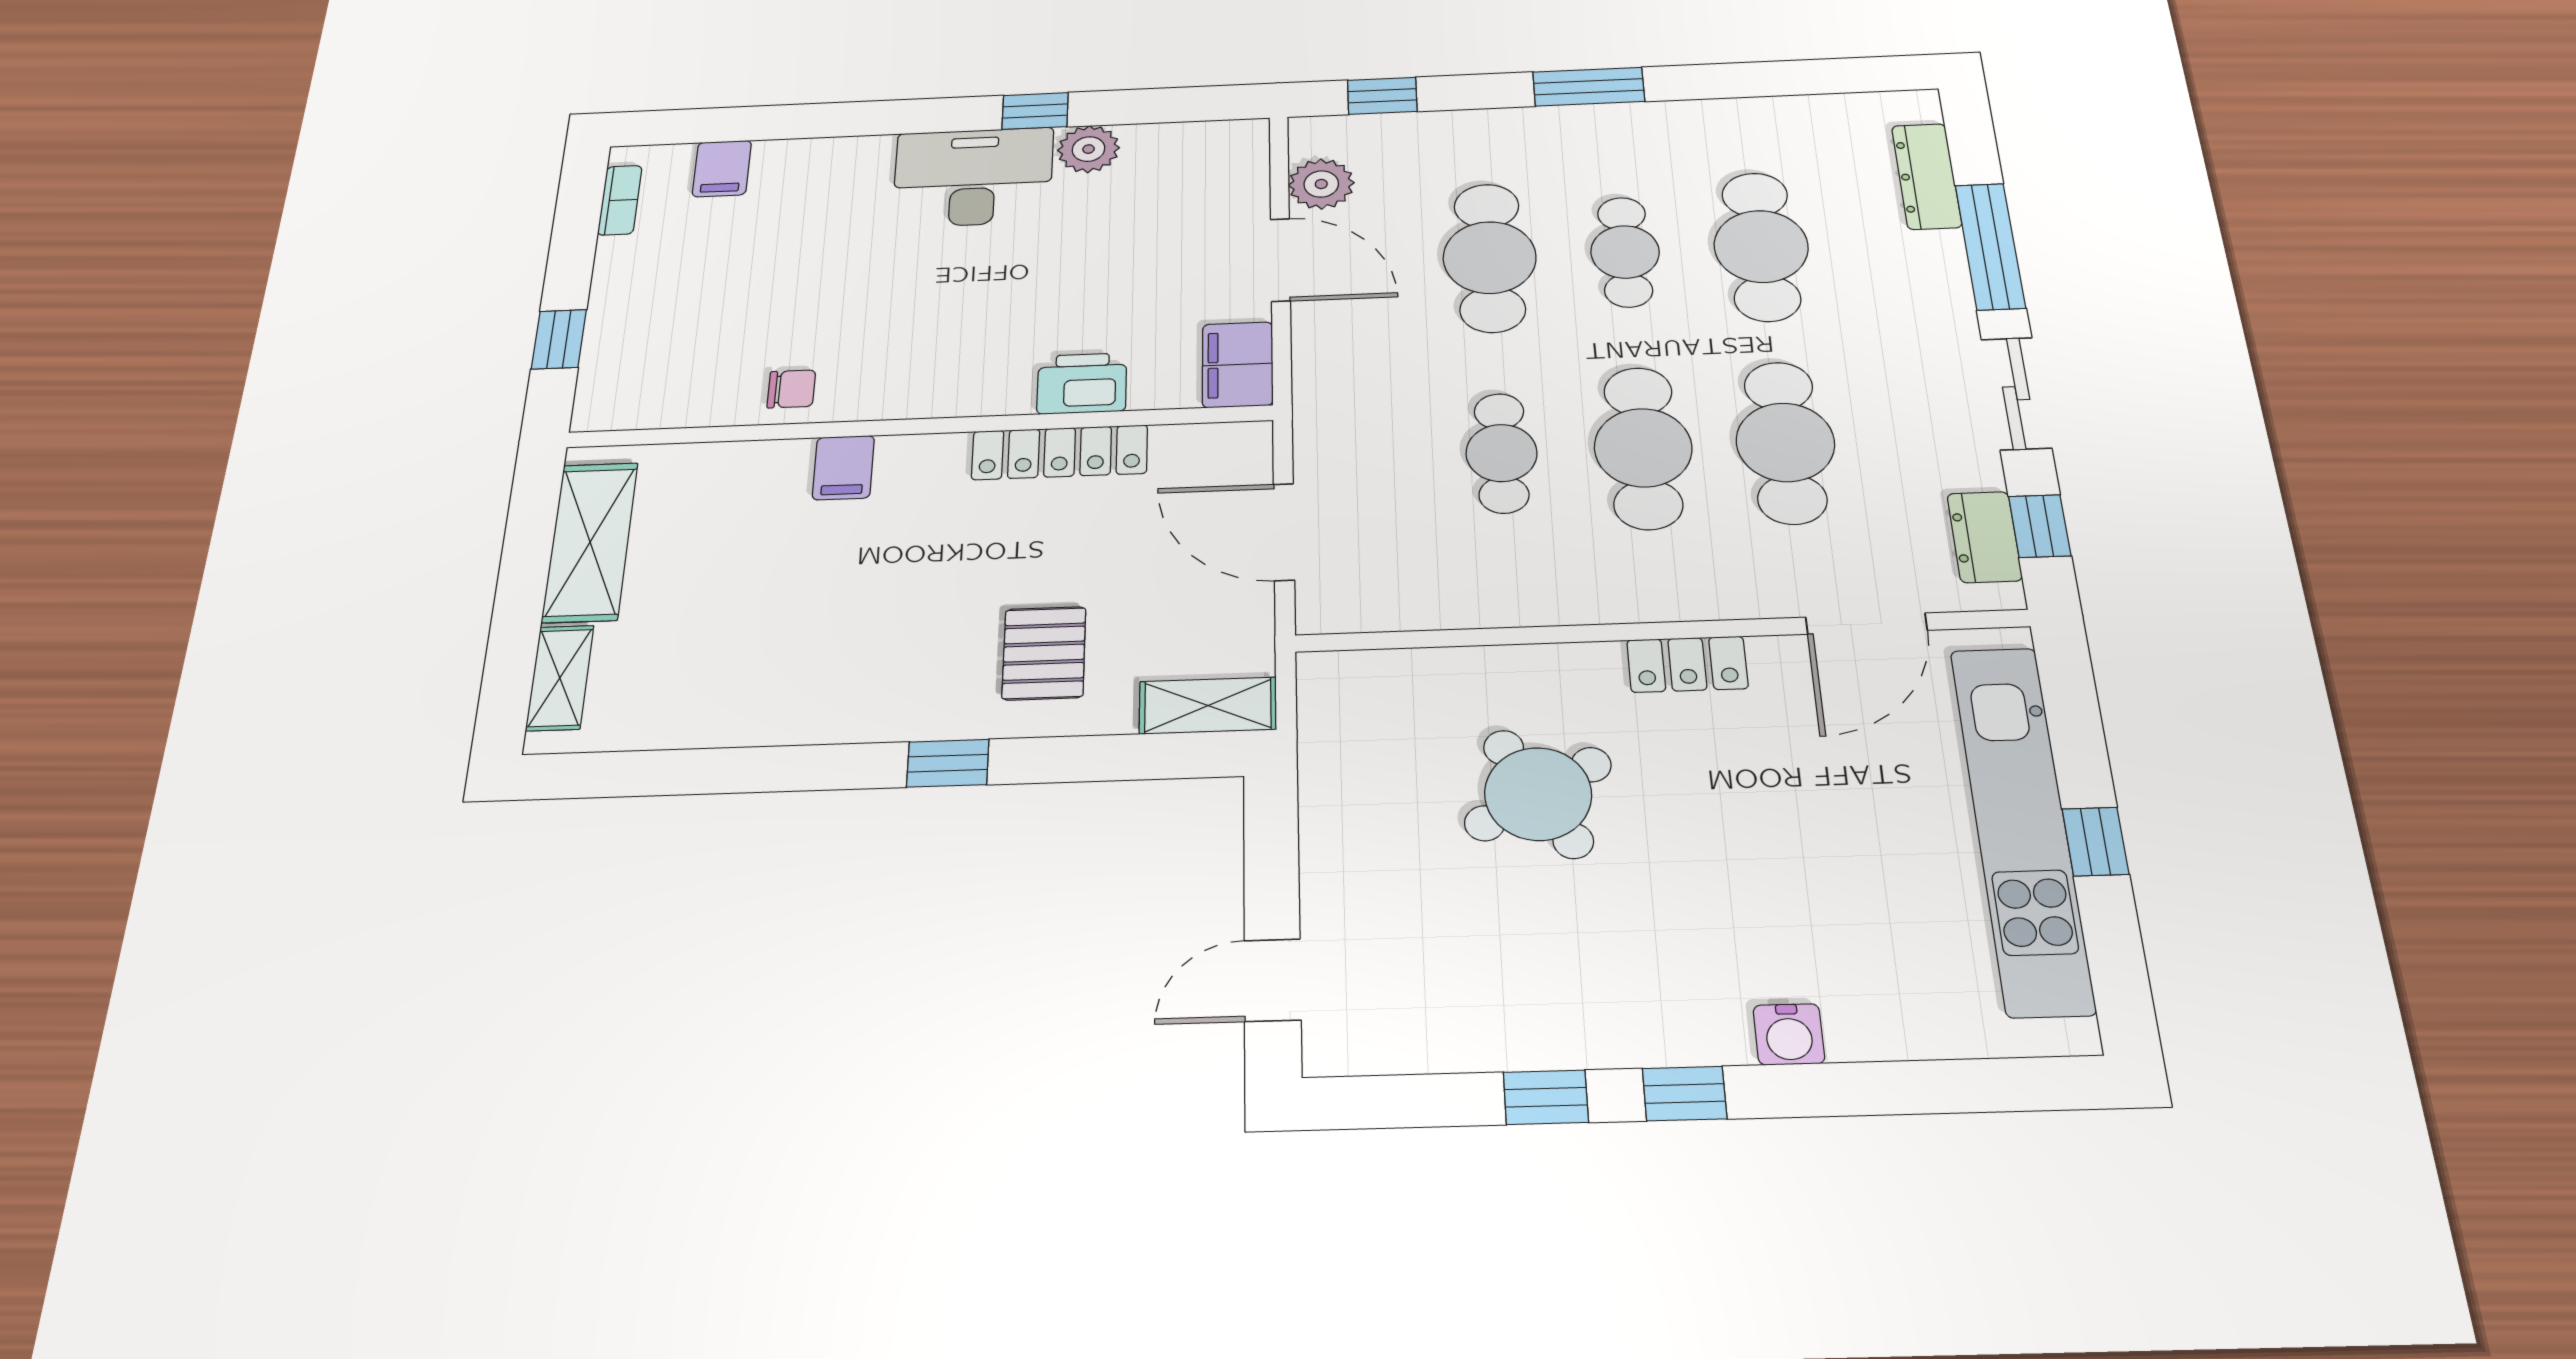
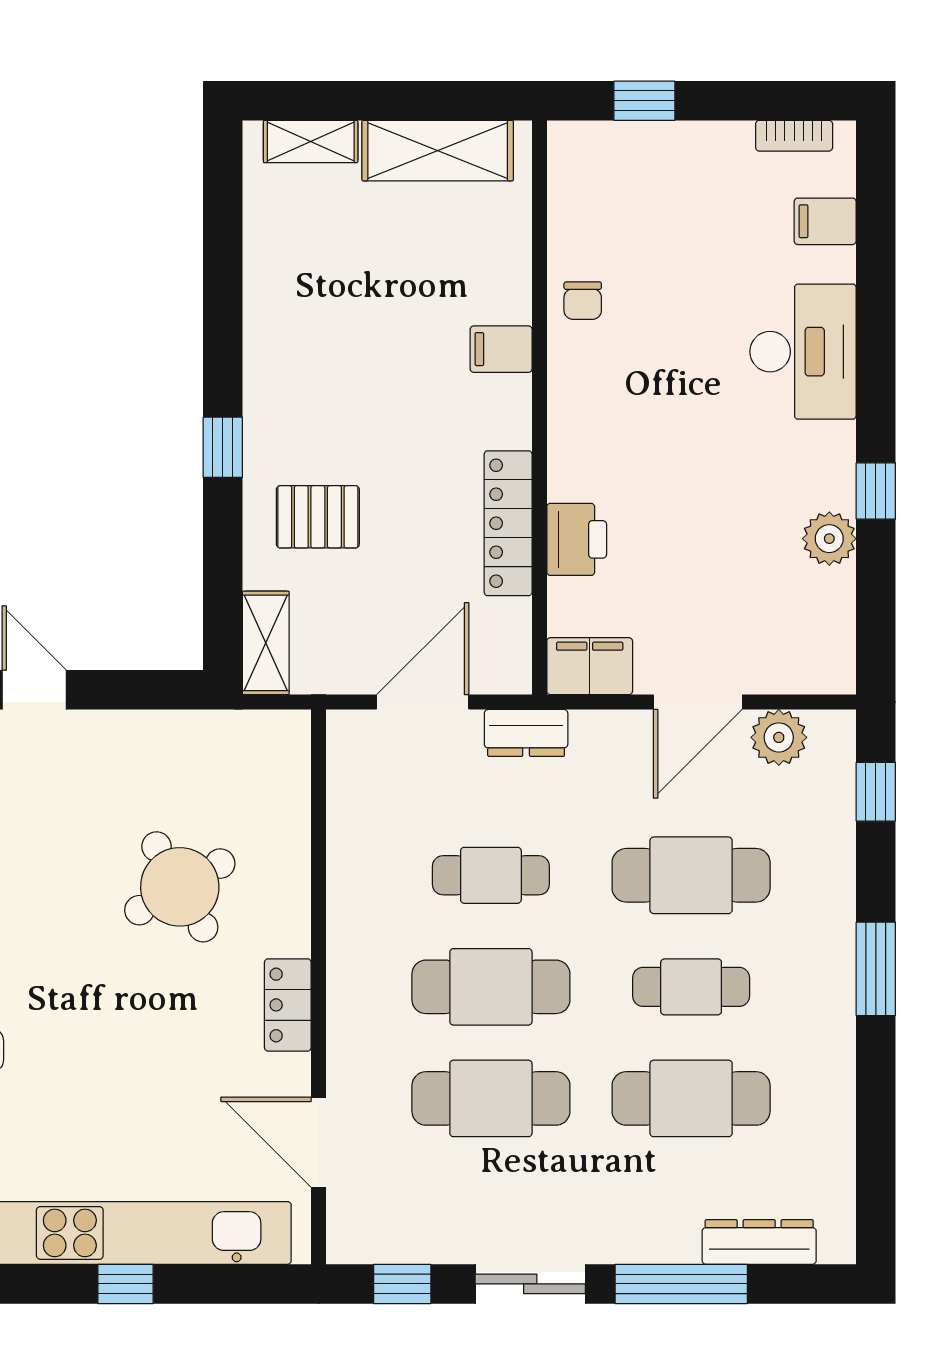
desk: (973, 177) -> (803, 352), moved
dresser: (1984, 537) -> (526, 733), moved, turned 180

